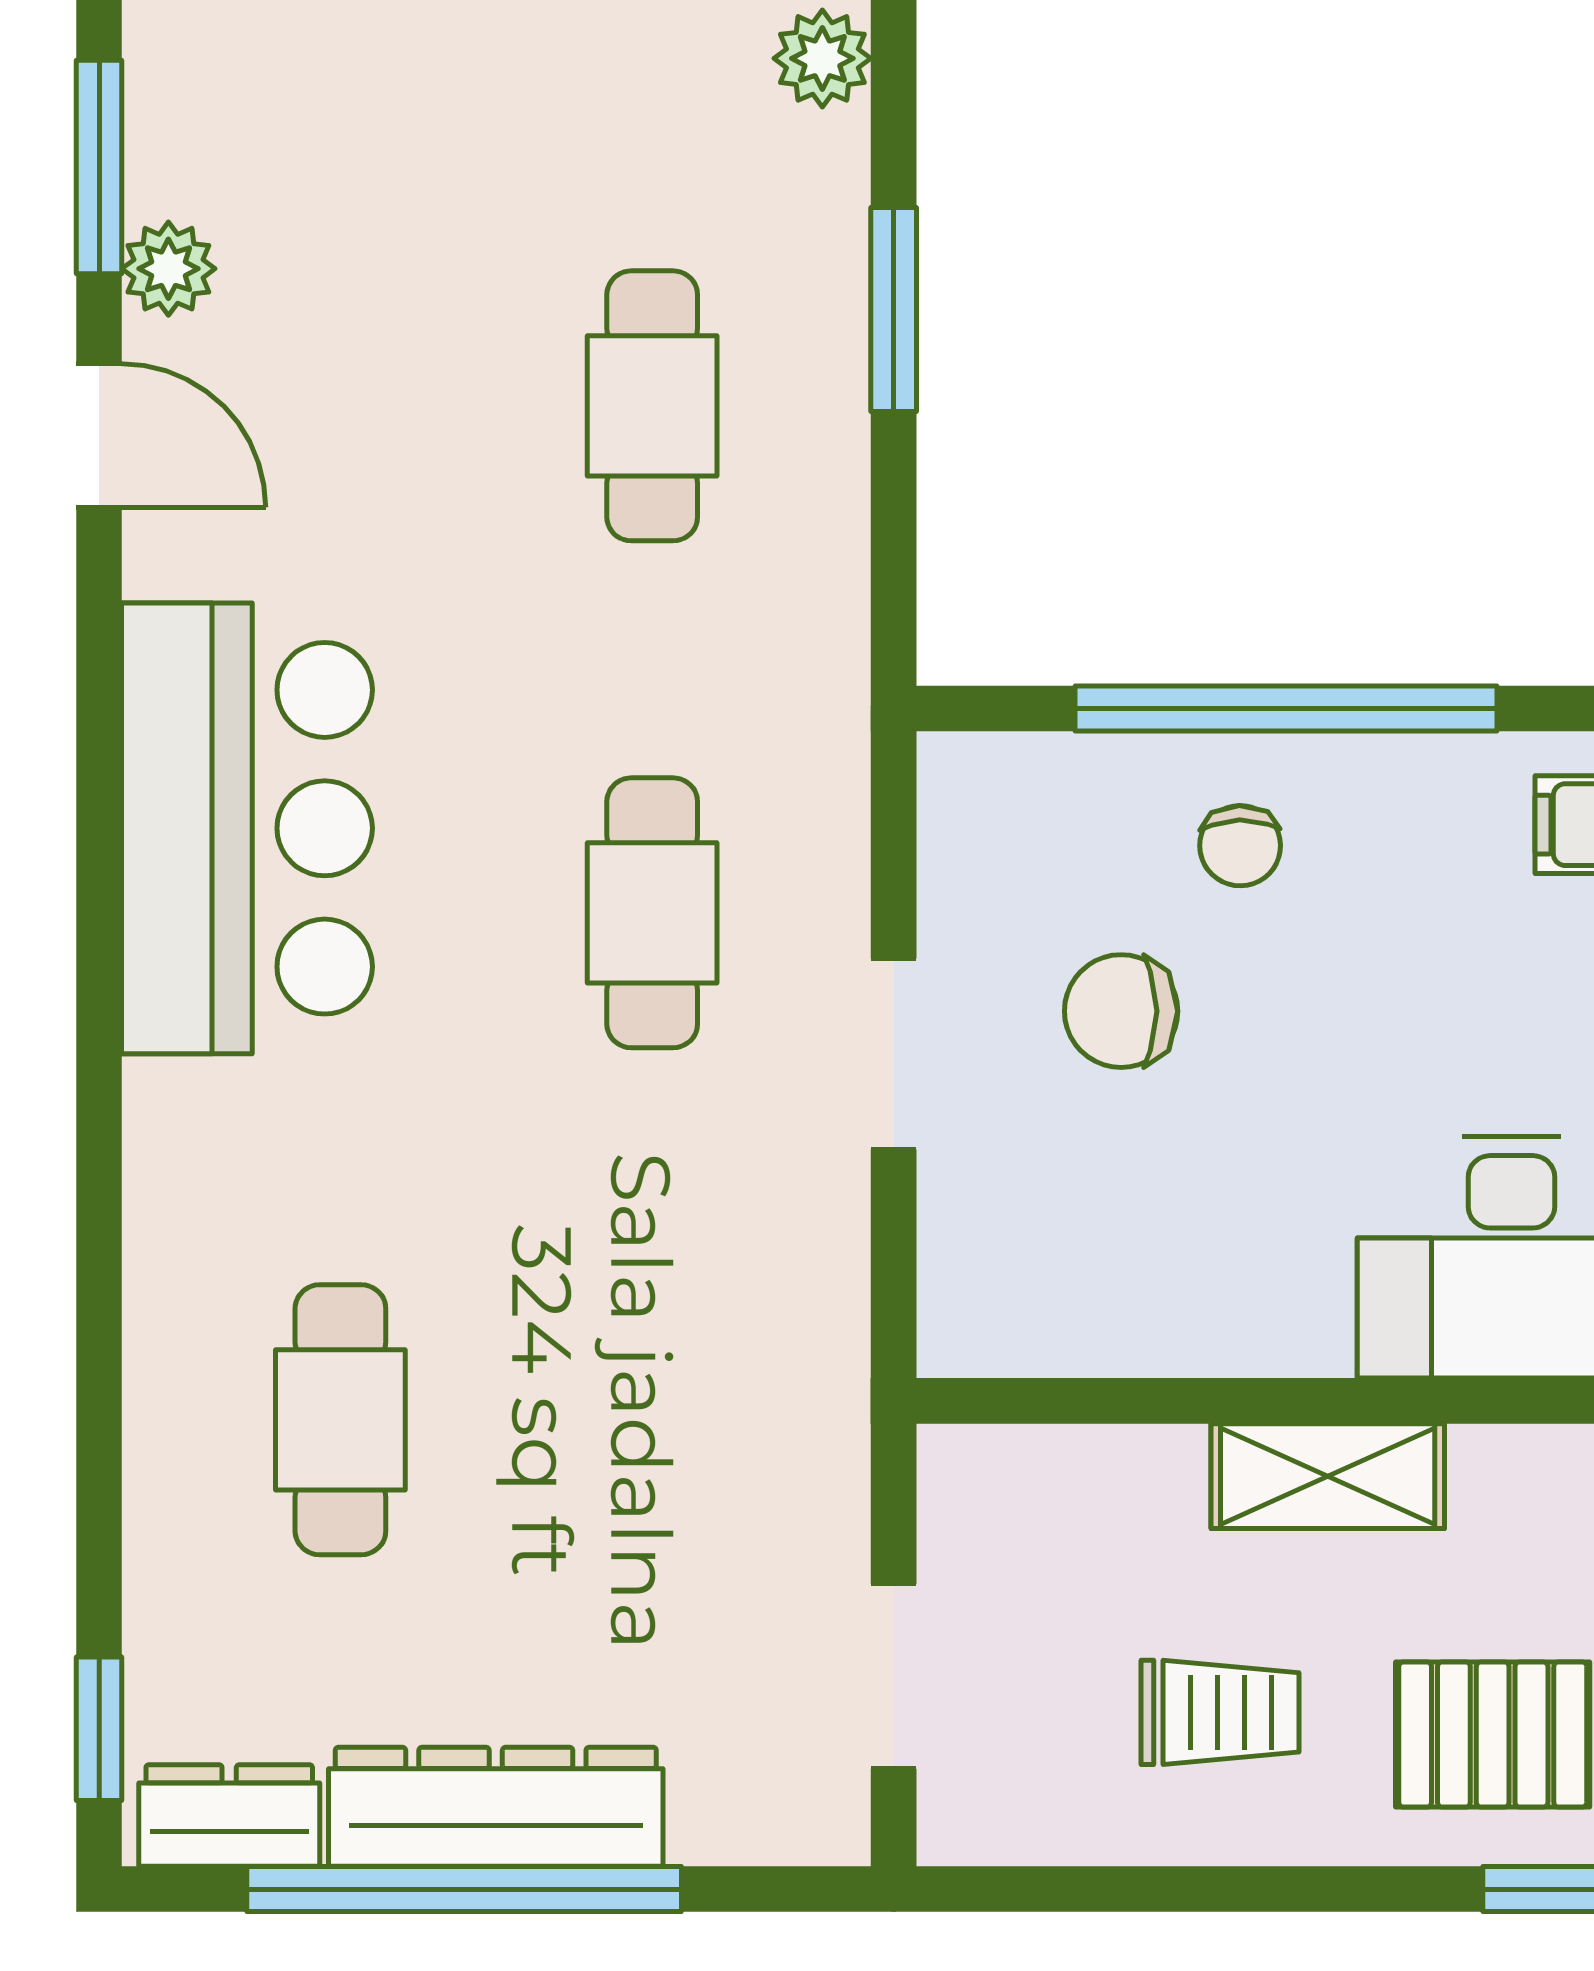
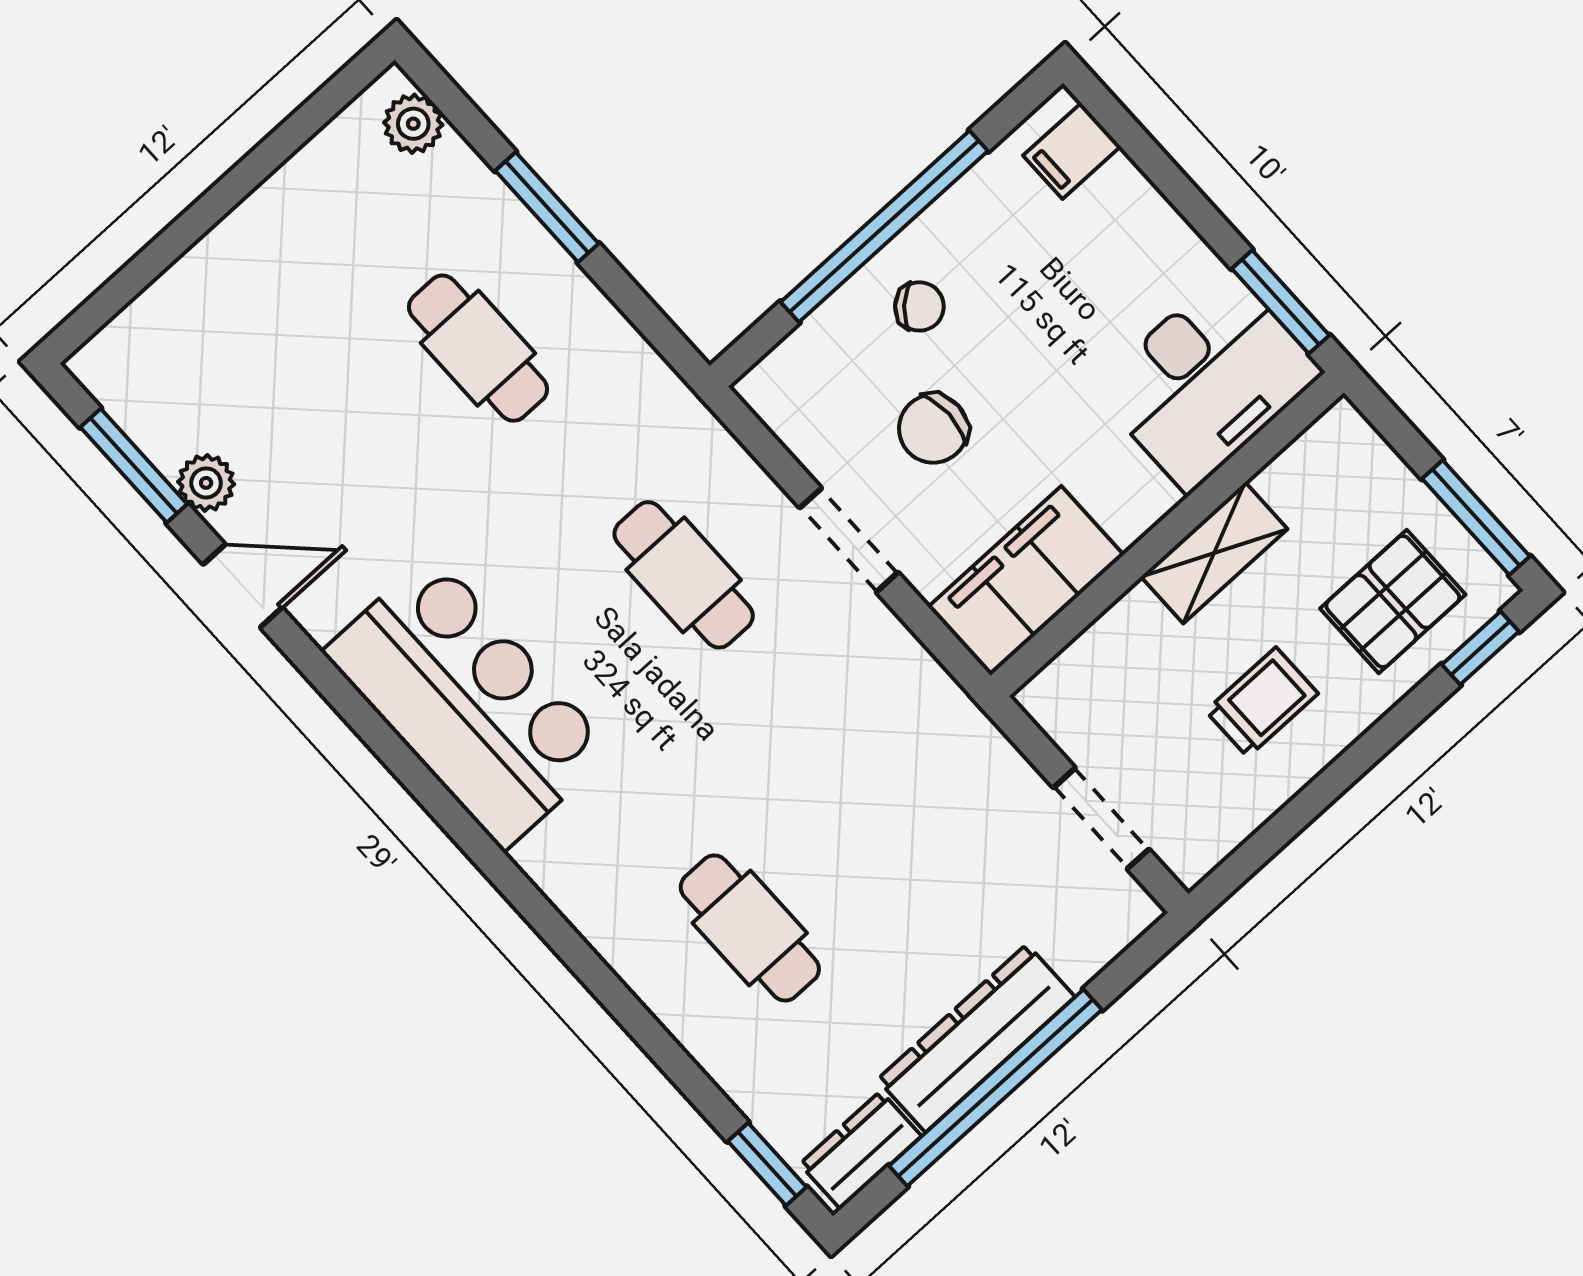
chair: (1240, 846) -> (919, 306), turned -45
filing cabinet: (1065, 1301) -> (1026, 581), added

